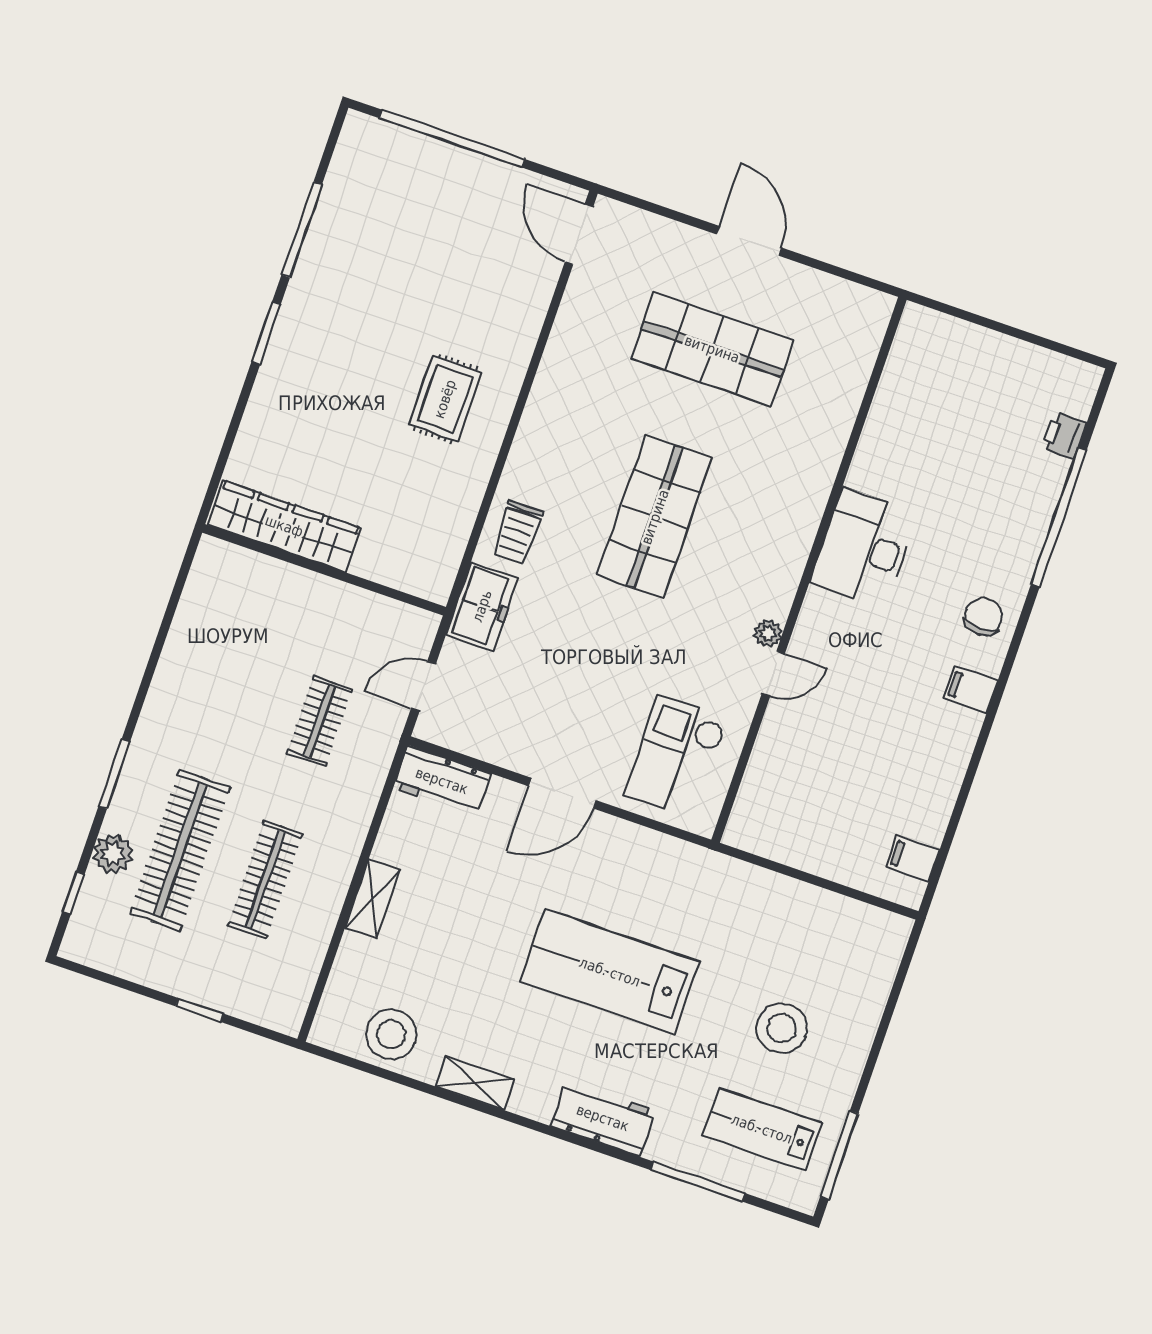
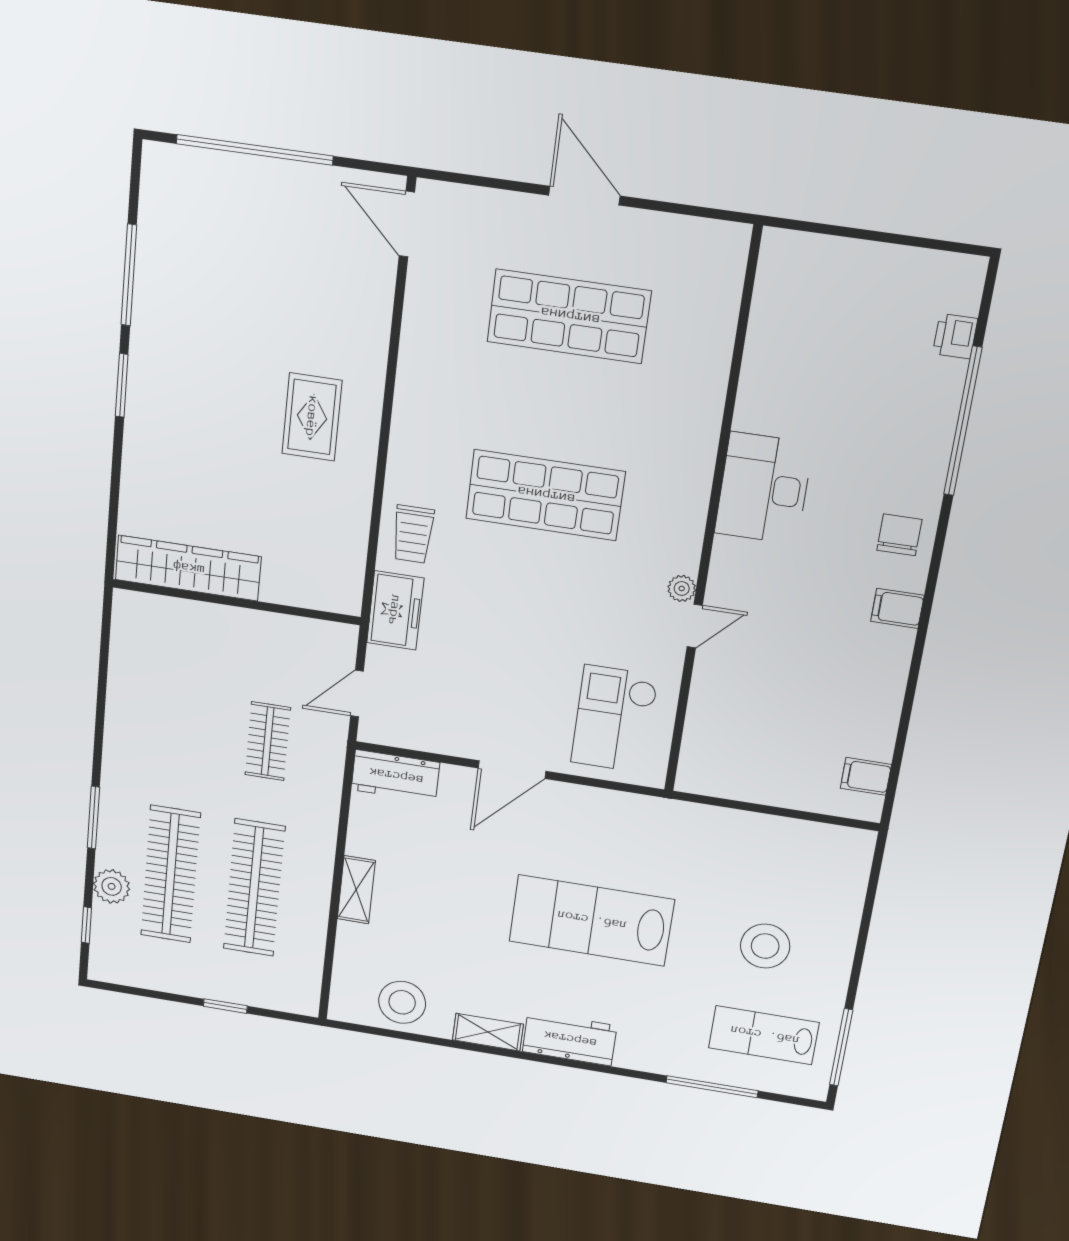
shop shelf: (655, 517) -> (545, 495), turned 90
clothes rail: (265, 880) -> (254, 888), width x1.37, depth x1.31
workbench: (603, 1118) -> (569, 1039), moved

